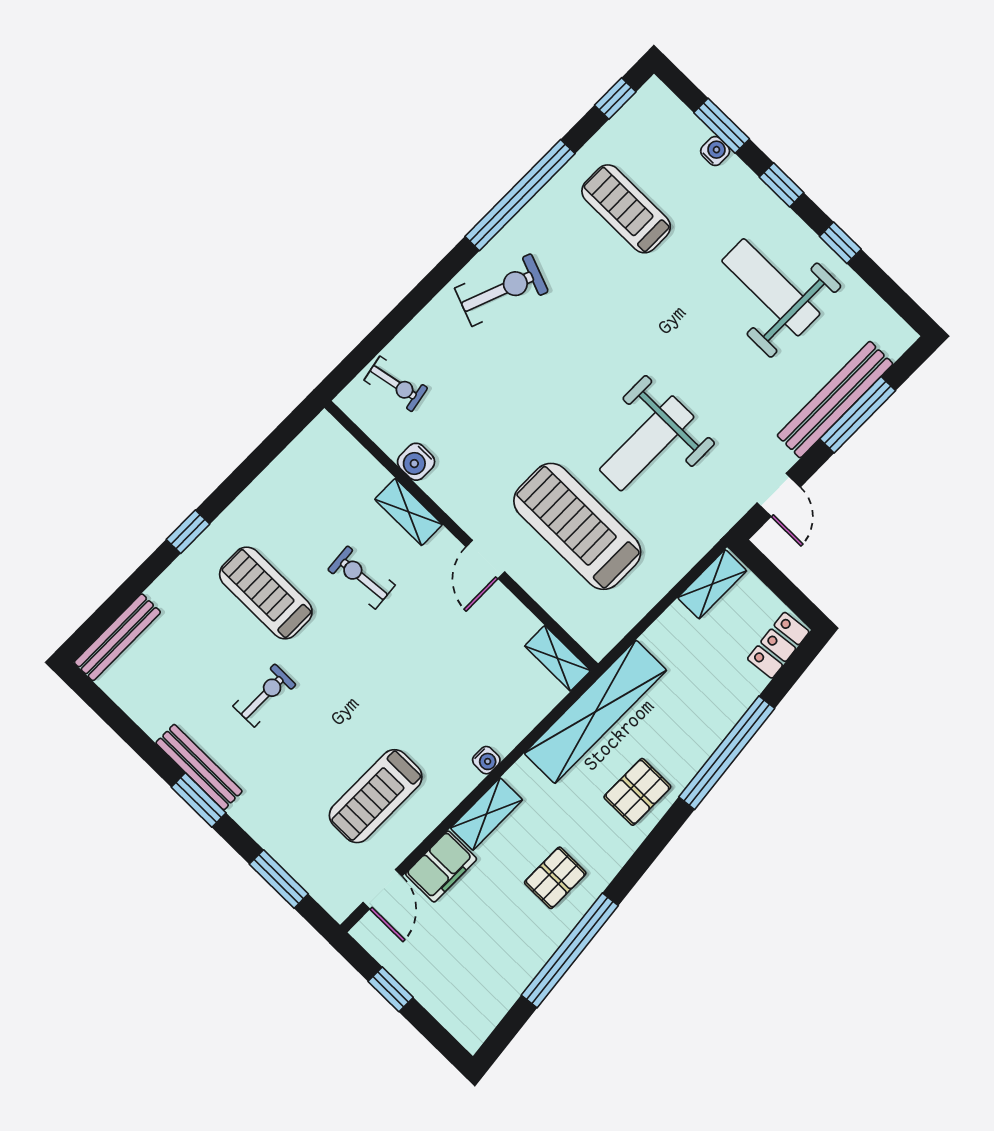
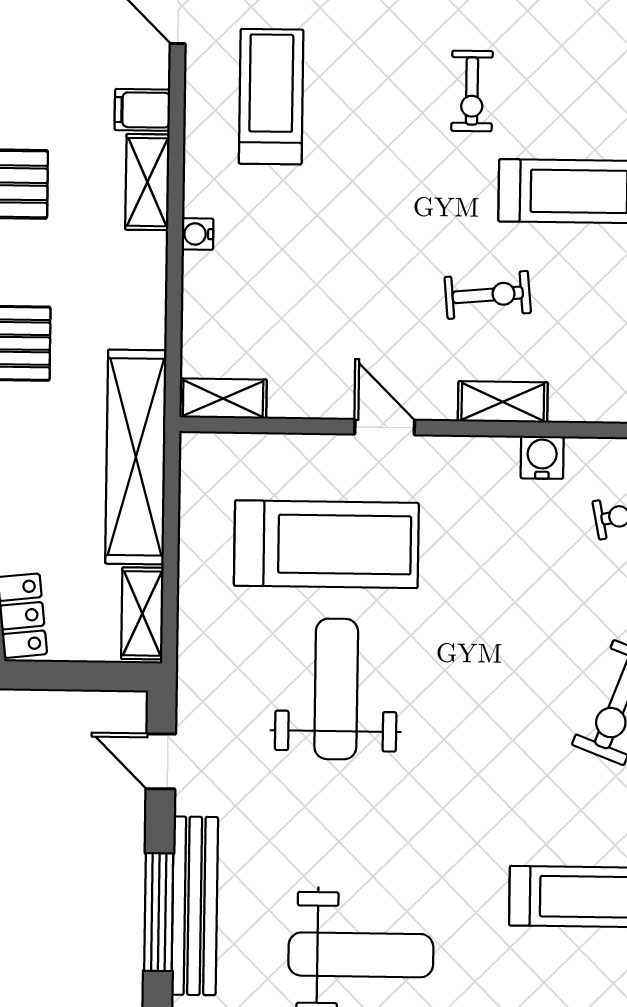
shelving: (595, 712) -> (136, 457), moved
filing cabinet: (441, 867) -> (142, 110), width x0.50

